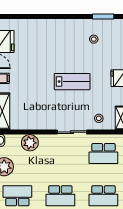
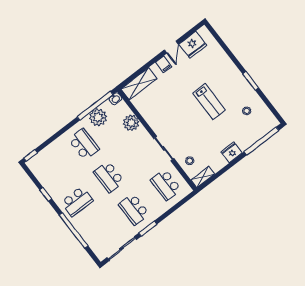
window: (103, 17) -> (251, 81), moved
lab bench: (72, 82) -> (209, 102), moved

